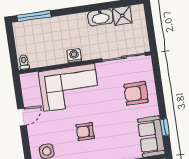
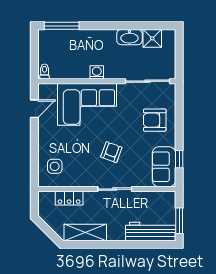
door: (22, 117) -> (34, 109), moved
armchair: (85, 132) -> (111, 152), moved, turned 110

